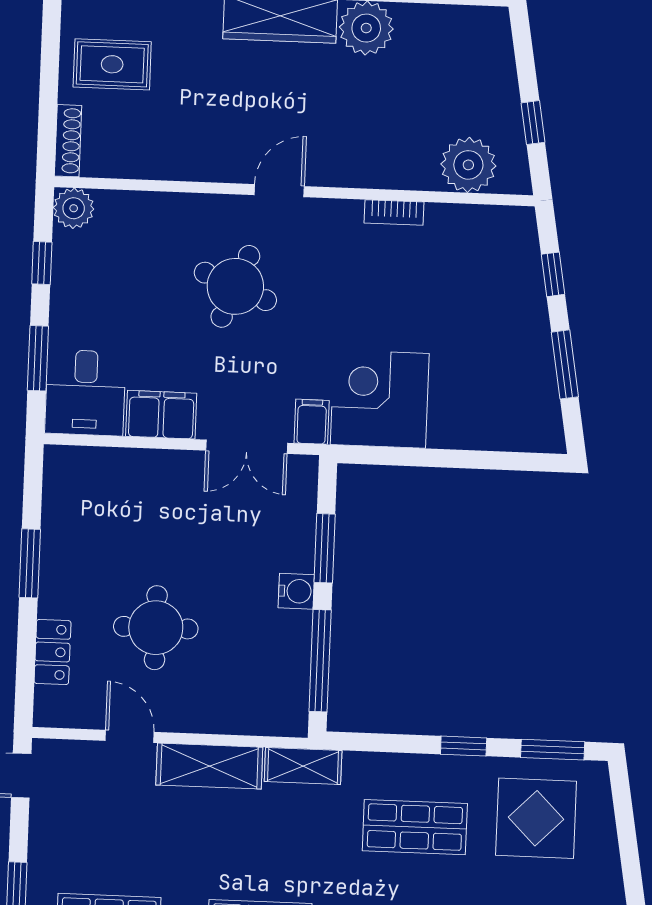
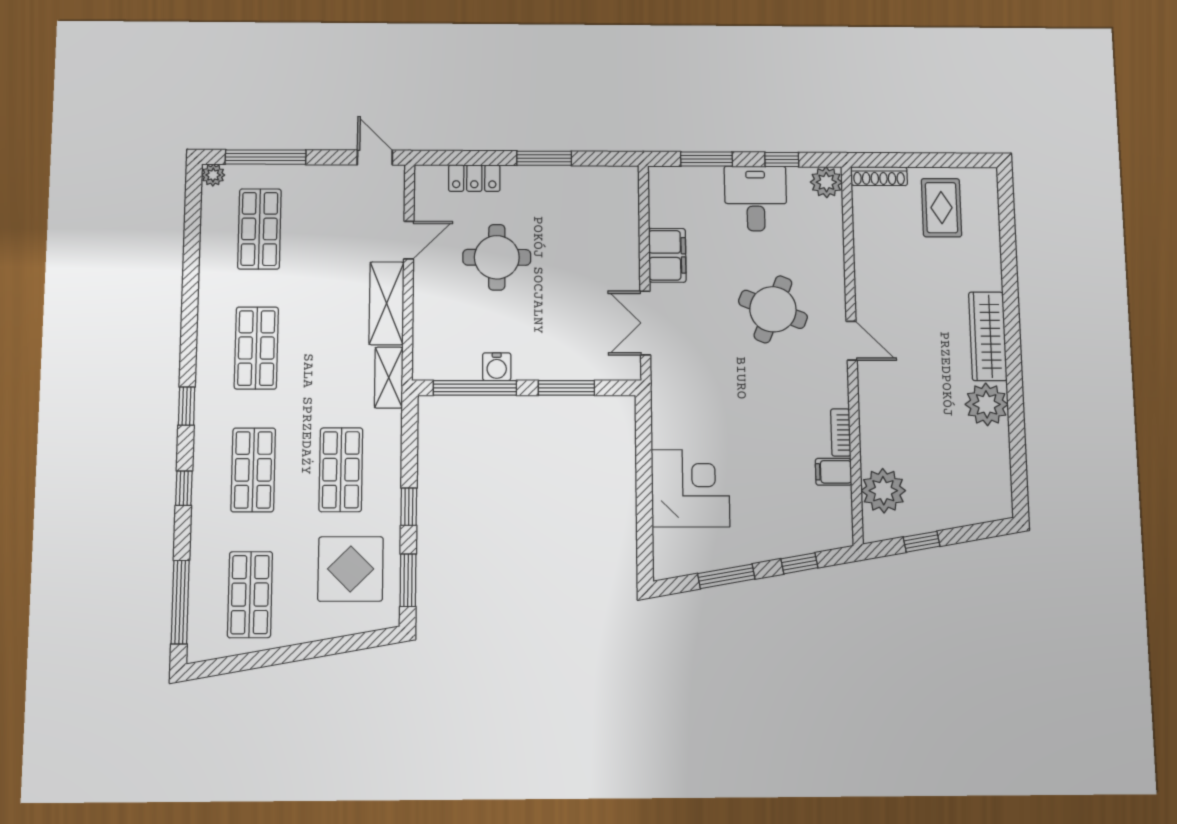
desk: (85, 393) -> (756, 198), moved, turned 90
corner desk: (380, 399) -> (690, 488), moved
filing cabinet: (312, 422) -> (834, 472), moved, turned 180
water cooler: (296, 591) -> (497, 367), moved

